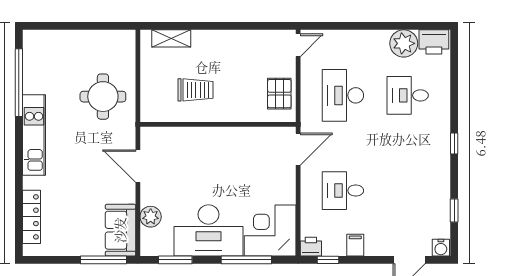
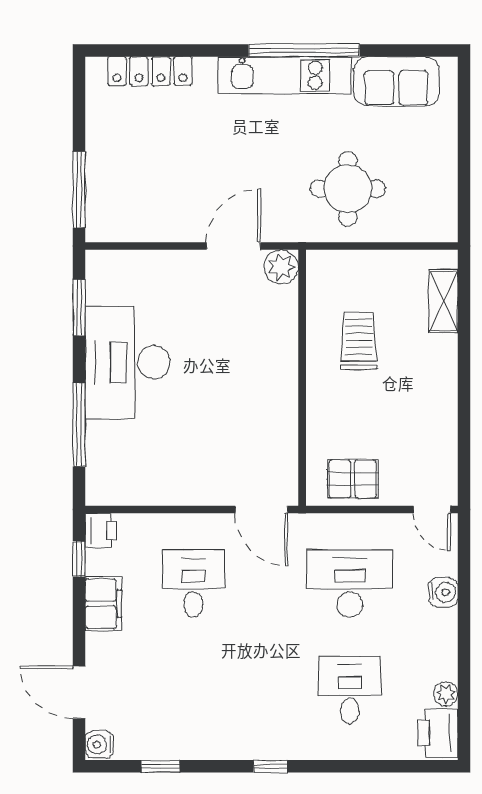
water cooler: (348, 39) -> (443, 592), added
plant: (404, 43) -> (446, 694), width x0.53, depth x0.53
window: (19, 83) -> (304, 50), moved
trolley: (195, 90) -> (359, 341), turned 180
plant: (151, 217) -> (281, 267), moved
sofa: (120, 230) -> (396, 81), moved, turned 180
corner desk: (270, 231) -> (127, 464), removed
filing cabinet: (355, 245) -> (103, 604), width x2.00

